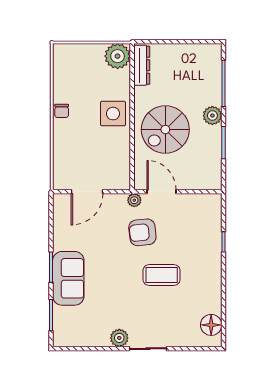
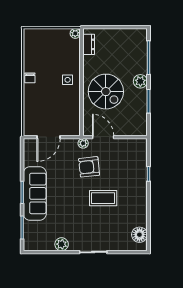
plant: (118, 56) -> (75, 33), width x0.53, depth x0.53
dresser: (142, 65) -> (89, 44), width x0.70
side table: (113, 114) -> (68, 80), width x0.54, depth x0.54
spiral stairs: (165, 130) -> (106, 92), turned -90
sofa: (68, 278) -> (35, 193), width x1.36
plant: (119, 338) -> (62, 244), moved

